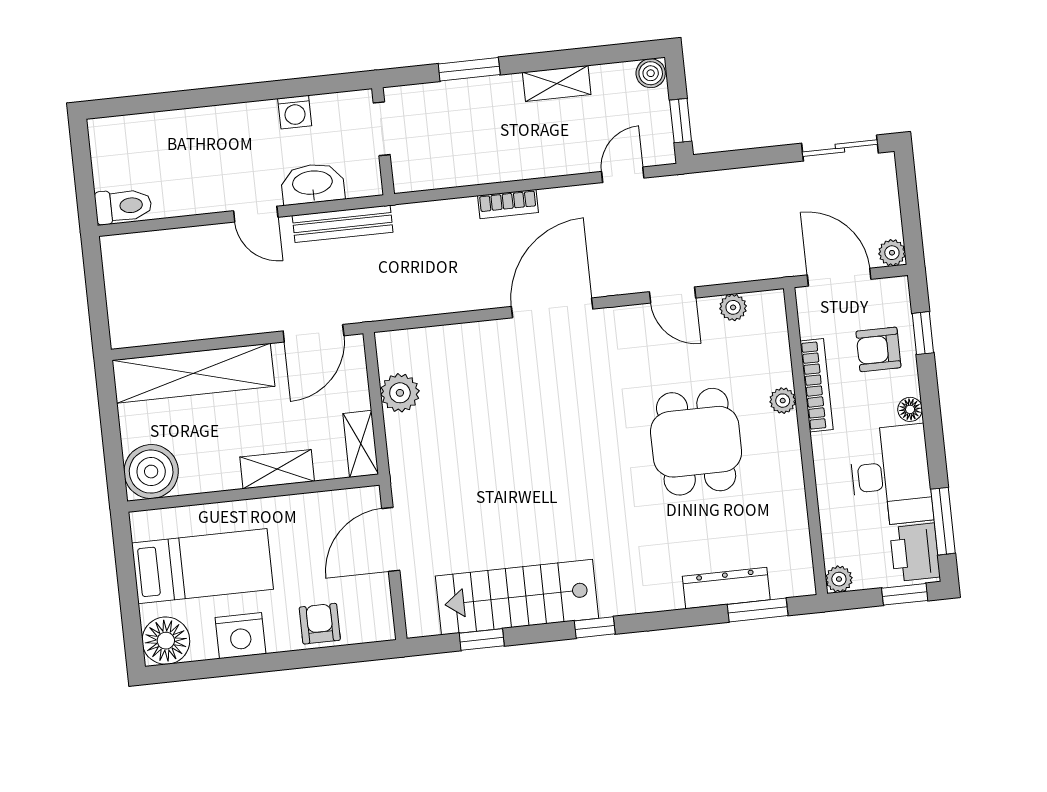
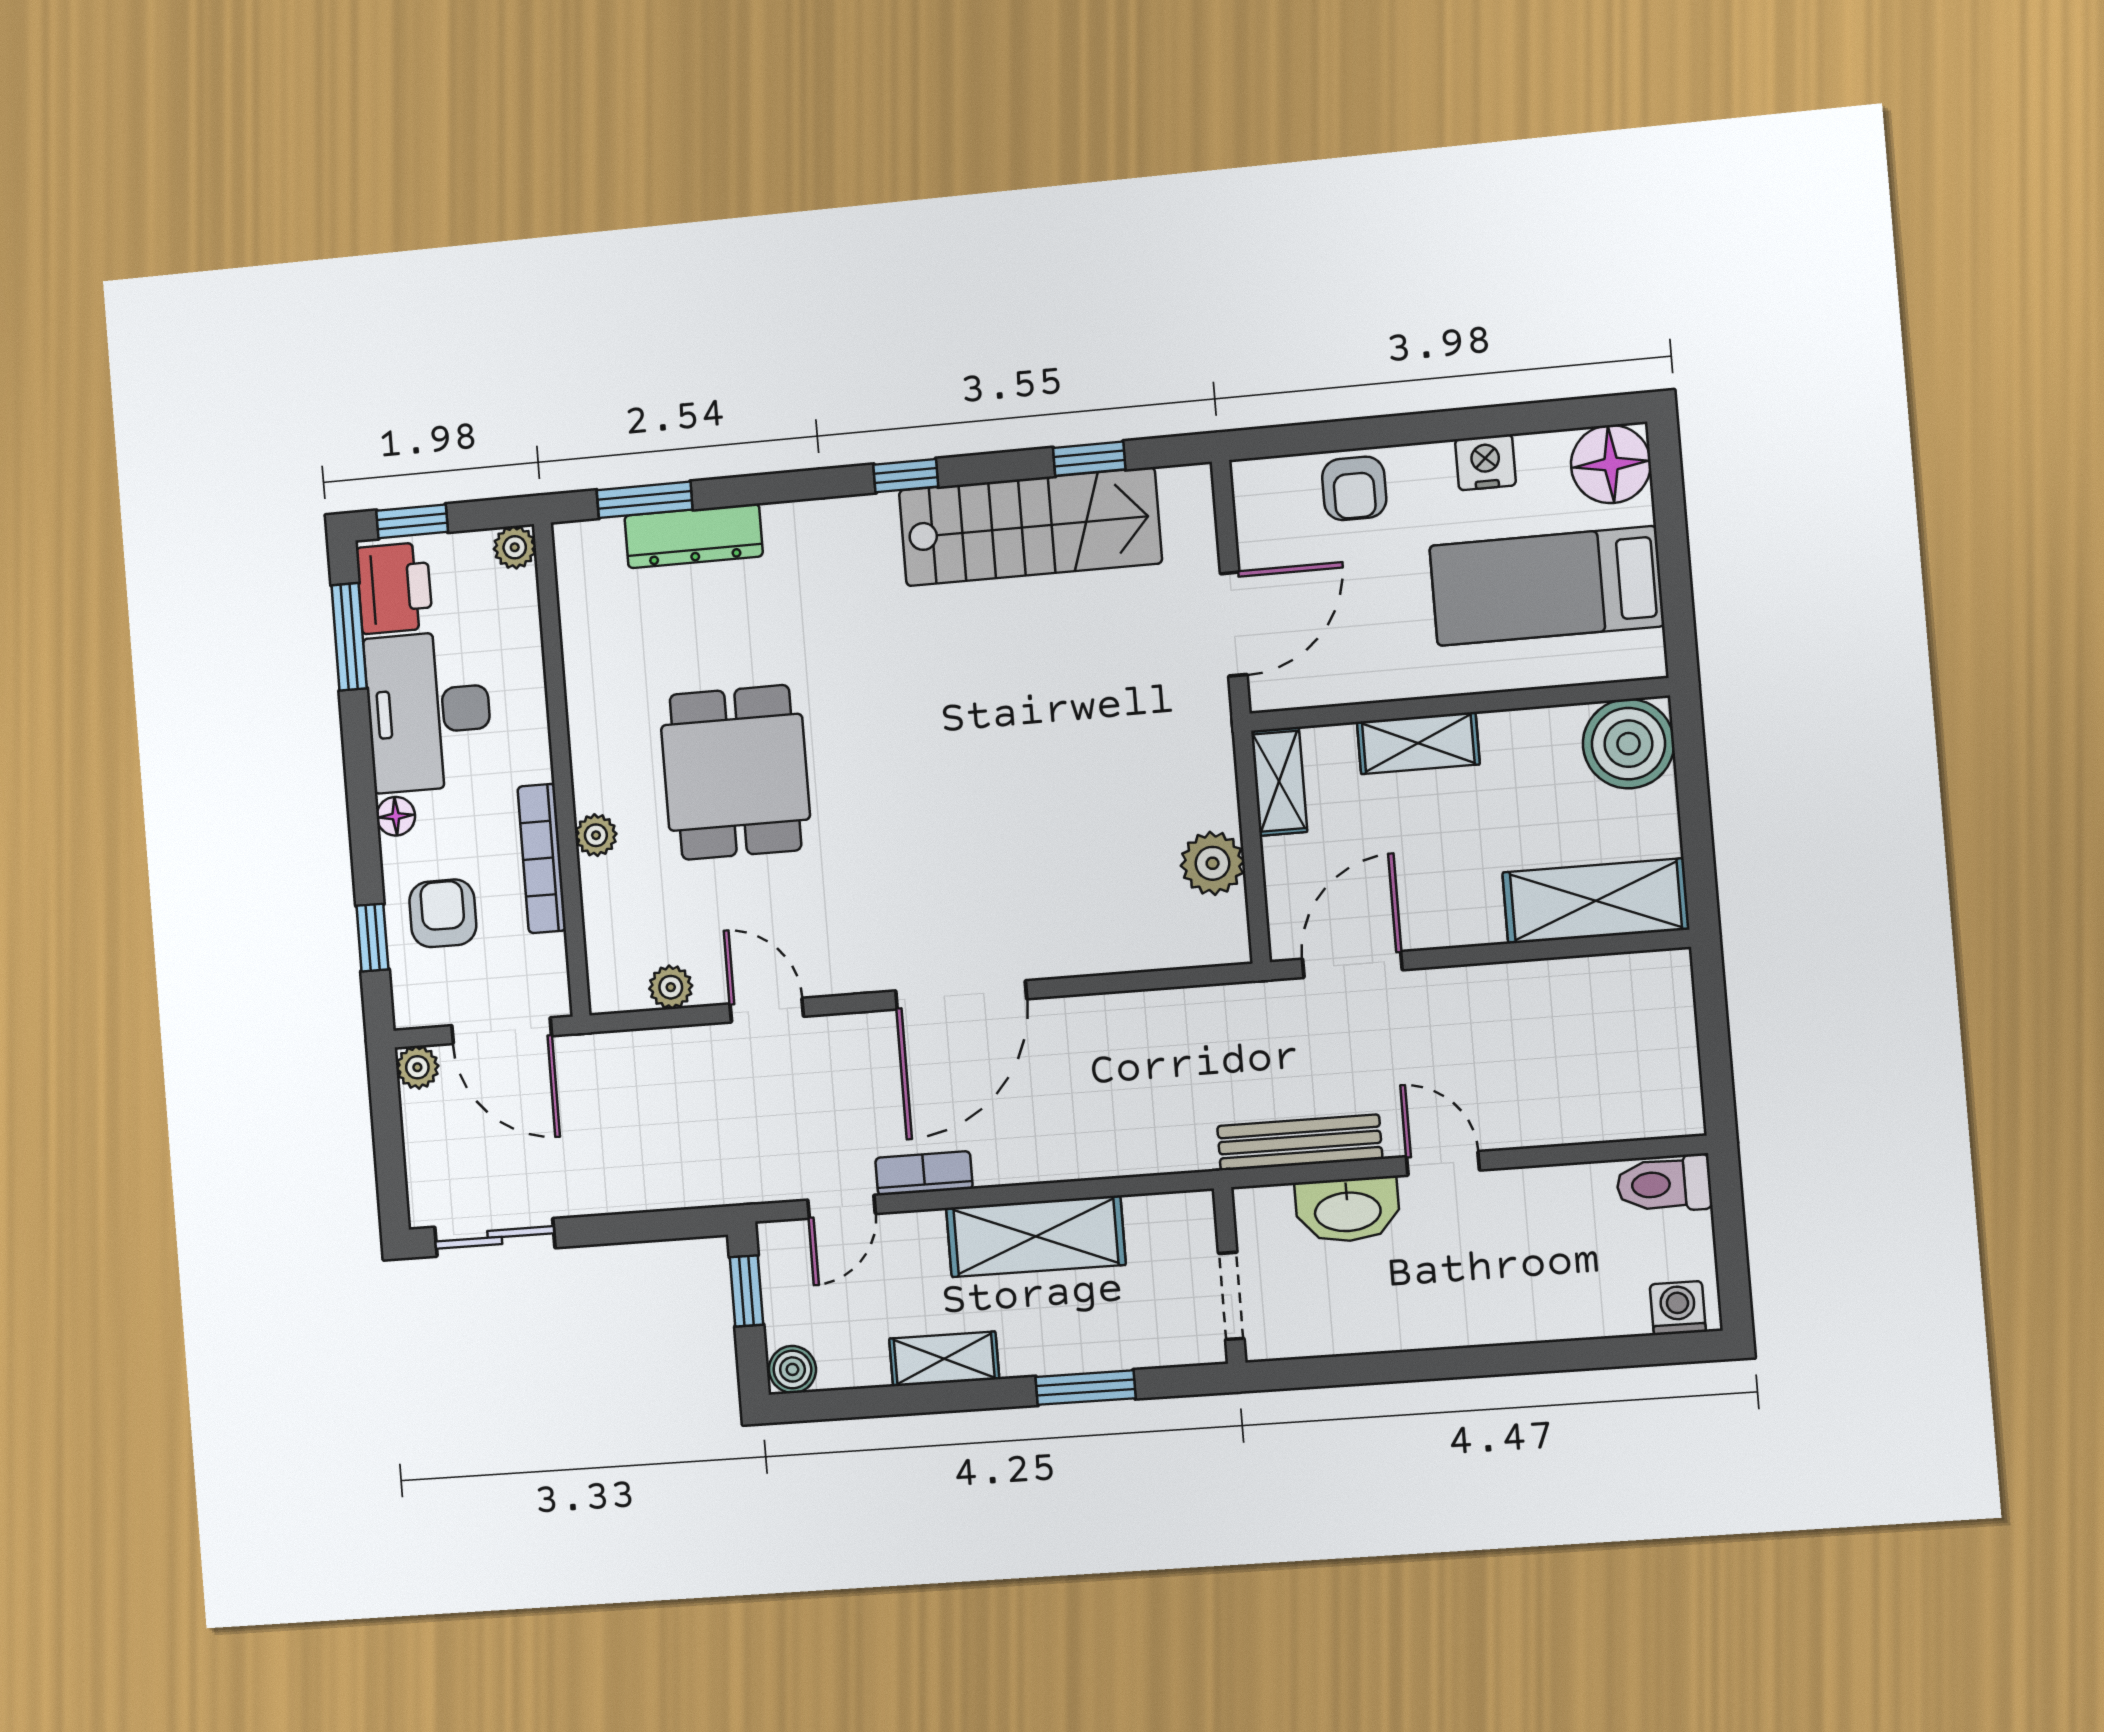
washing machine: (295, 112) -> (1678, 1308), moved
shelving: (502, 161) -> (1036, 1236), added
bookcase: (508, 204) -> (924, 1173), moved
armchair: (878, 349) -> (443, 913), turned -90
shelving: (193, 373) -> (1596, 901), width x0.68
nightstand: (240, 636) -> (1485, 462), width x0.74, depth x0.75

